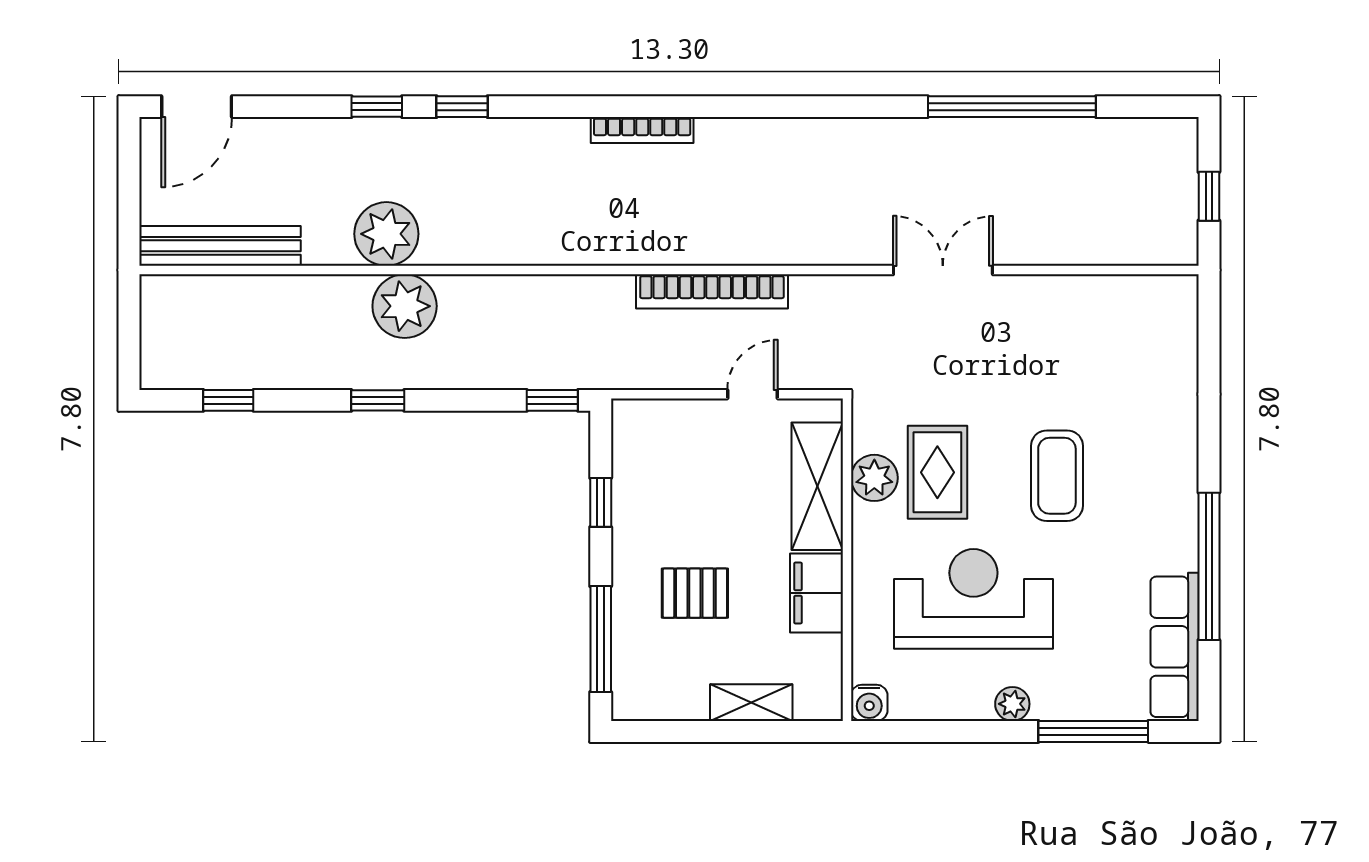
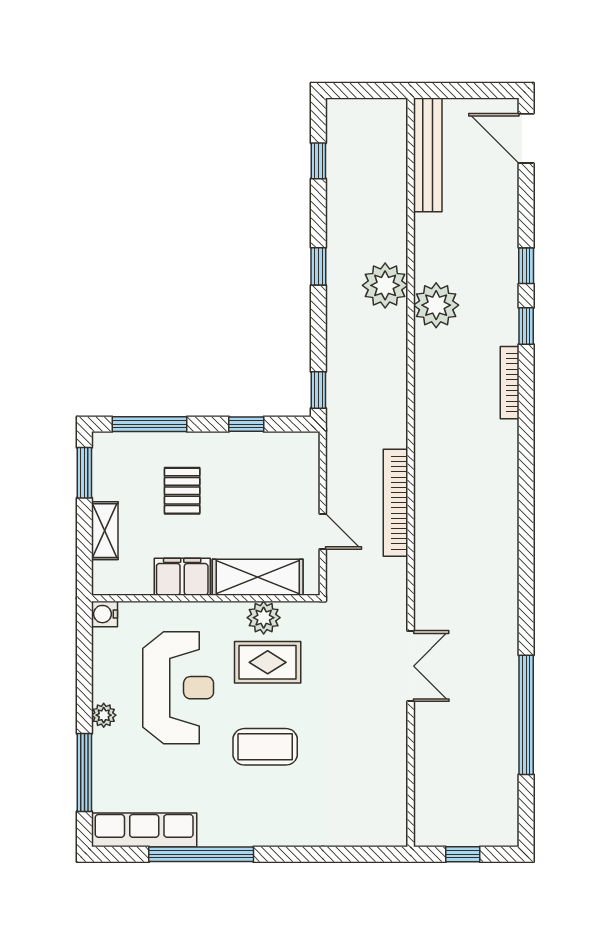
bookcase: (642, 130) -> (510, 383), moved
plant: (386, 234) -> (436, 305), moved
window: (669, 731) -> (84, 473), added

